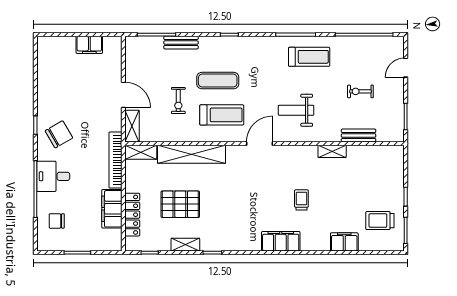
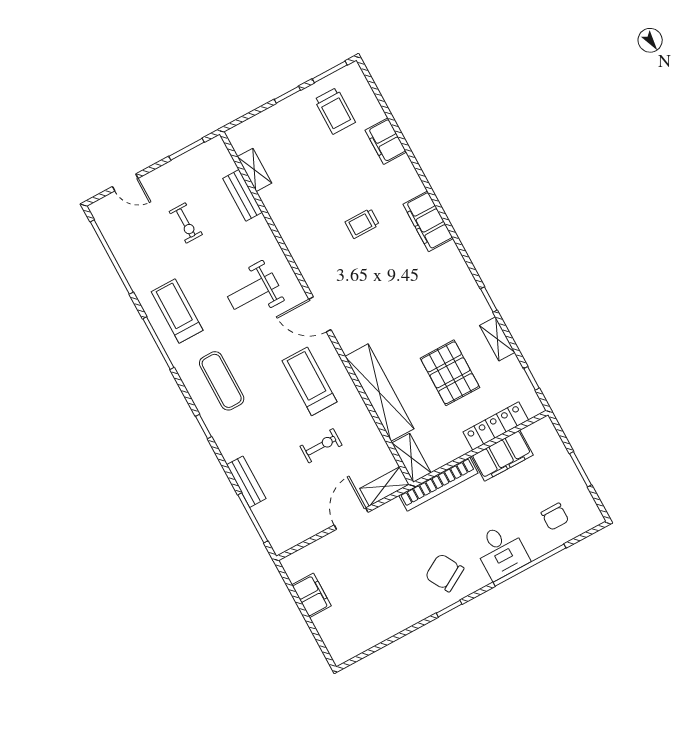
exercise mat: (218, 81) -> (222, 381), moved
weight bench: (296, 110) -> (253, 291), turned 90
shelving: (332, 151) -> (254, 170), moved

